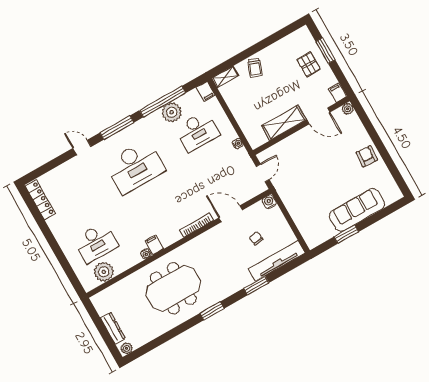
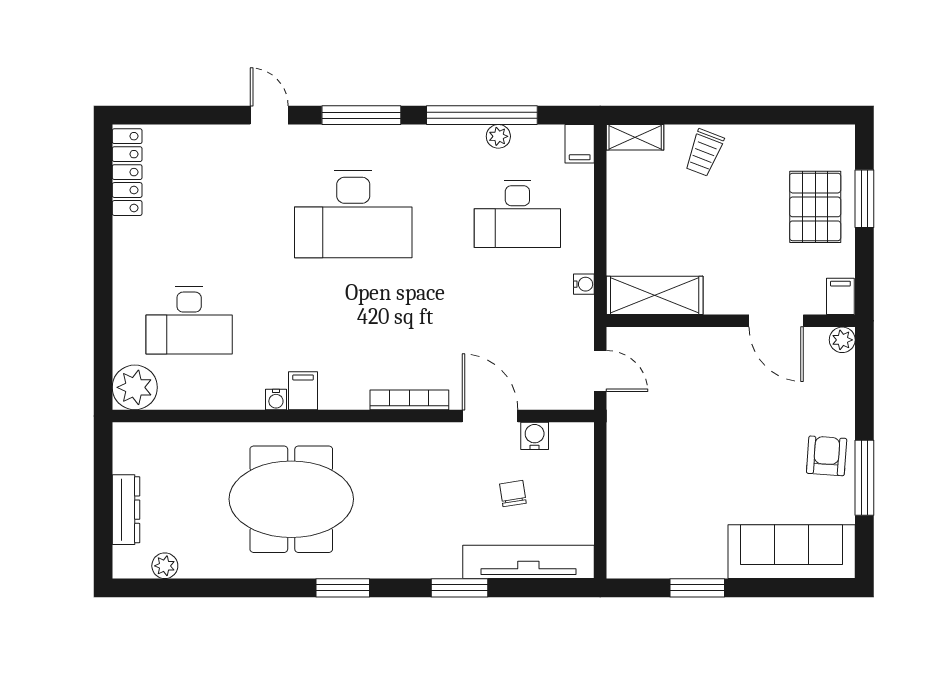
pallet: (309, 64) -> (815, 207), width x1.50, depth x1.42
plant: (172, 112) -> (498, 136), width x0.53, depth x0.53
shelving: (284, 123) -> (655, 295), moved
window: (386, 156) -> (864, 478), added
door: (263, 173) -> (600, 371), hinge flipped
water cooler: (269, 202) -> (535, 436), moved
sofa: (357, 210) -> (792, 552), moved
plant: (104, 272) -> (135, 387), moved
plant: (127, 348) -> (165, 566), moved

